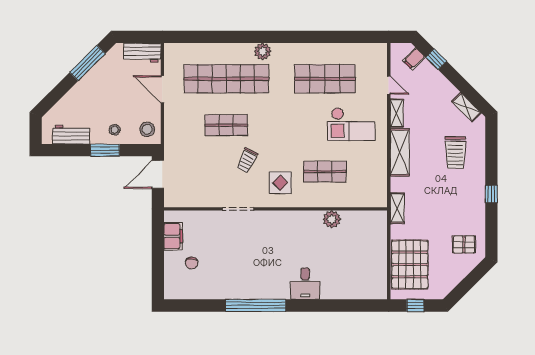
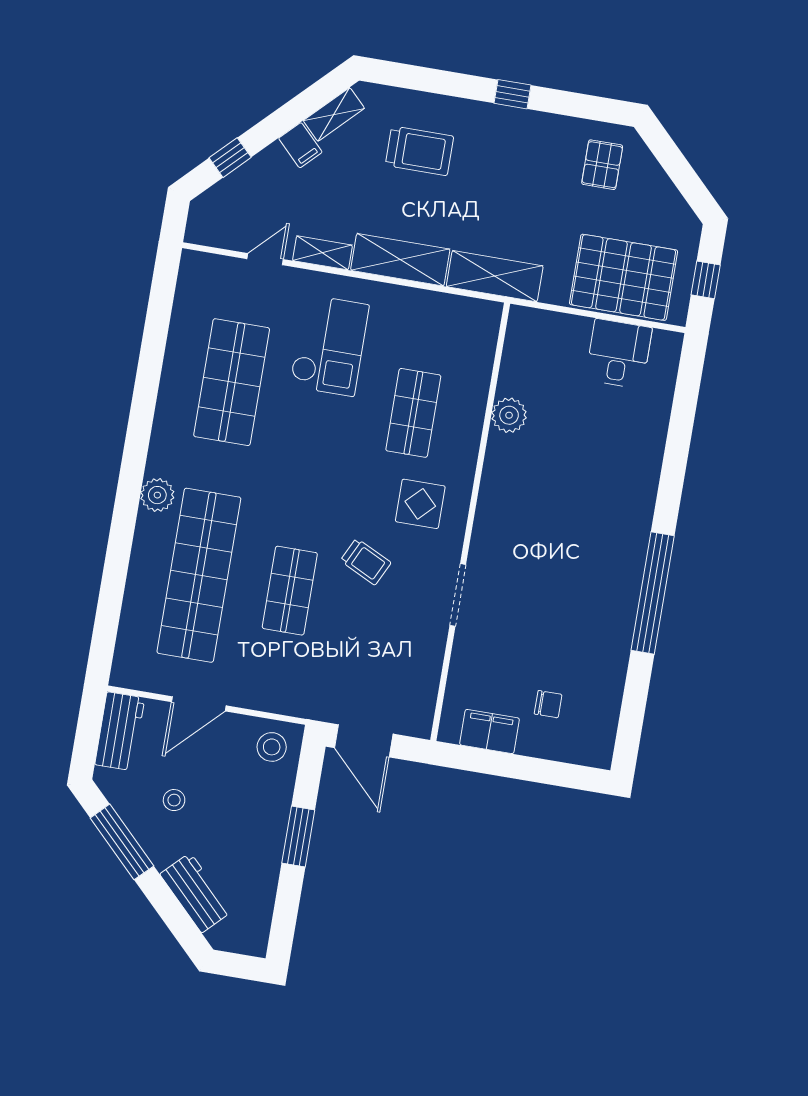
filing cabinet: (414, 59) -> (300, 145), moved
stool: (115, 130) -> (174, 800), moved
workbench: (71, 135) -> (196, 893), moved, turned 135
shelving: (397, 208) -> (495, 276), width x1.50, depth x1.33
desk: (305, 284) -> (619, 354), moved, turned -90

